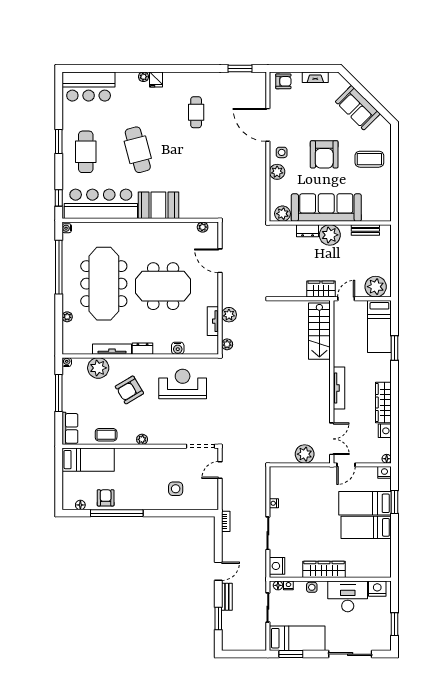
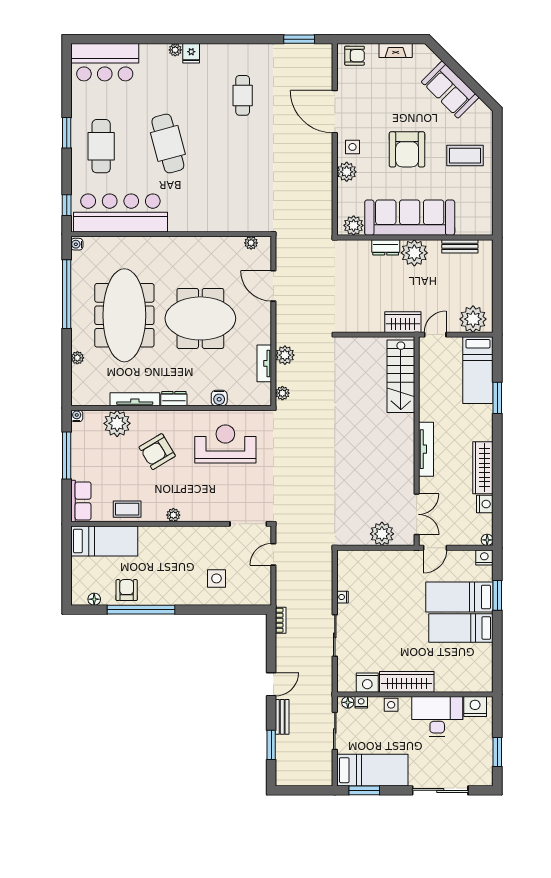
booth: (158, 205) -> (194, 215), removed
nightstand: (277, 566) -> (367, 683), moved, turned -90

